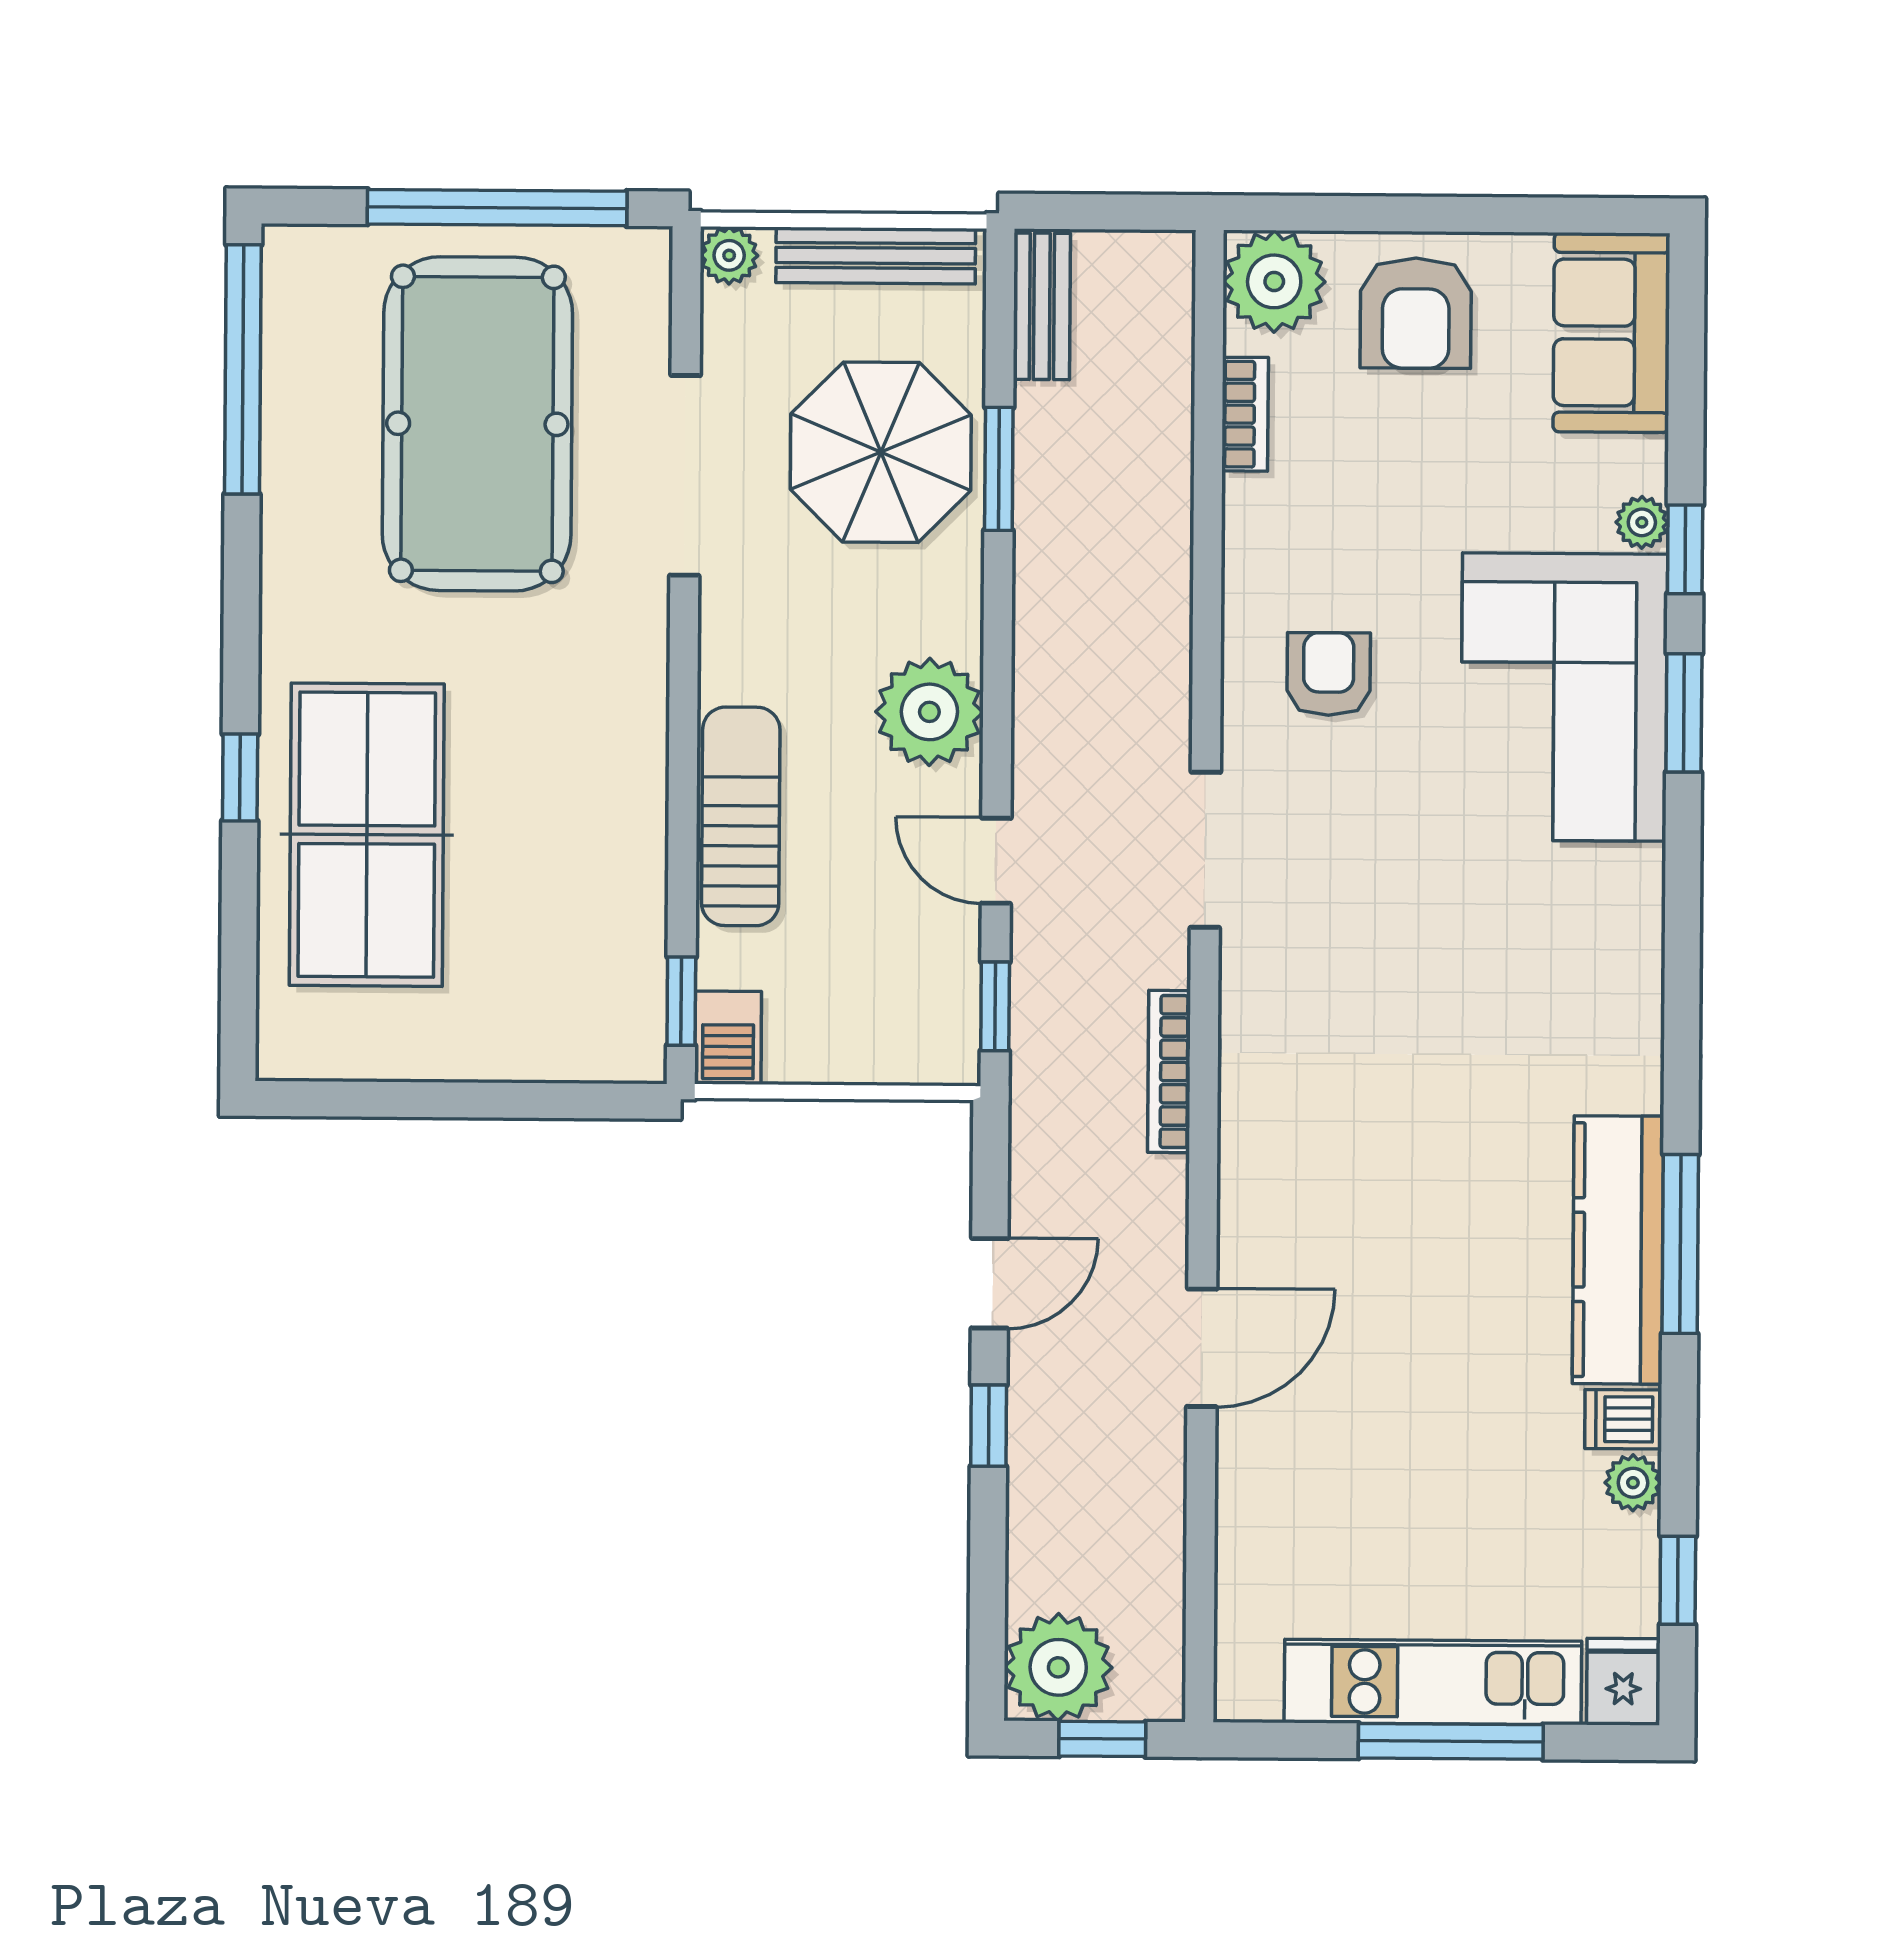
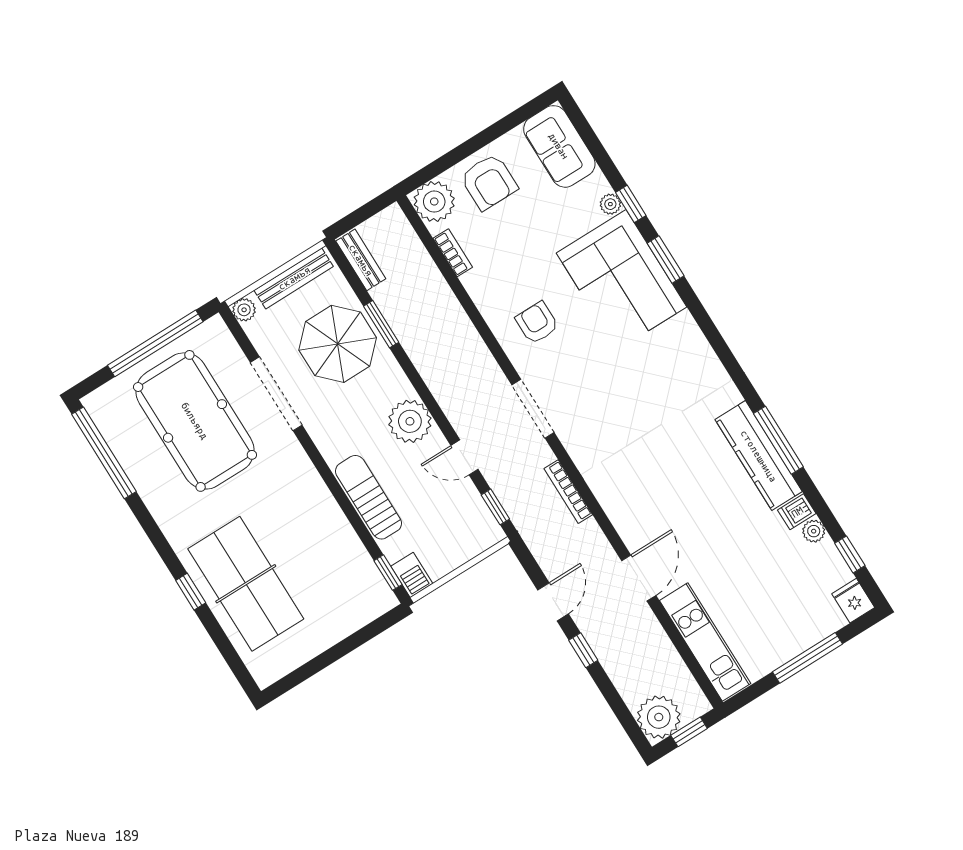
kitchen unit: (1433, 1682) -> (705, 642), moved, turned 90

